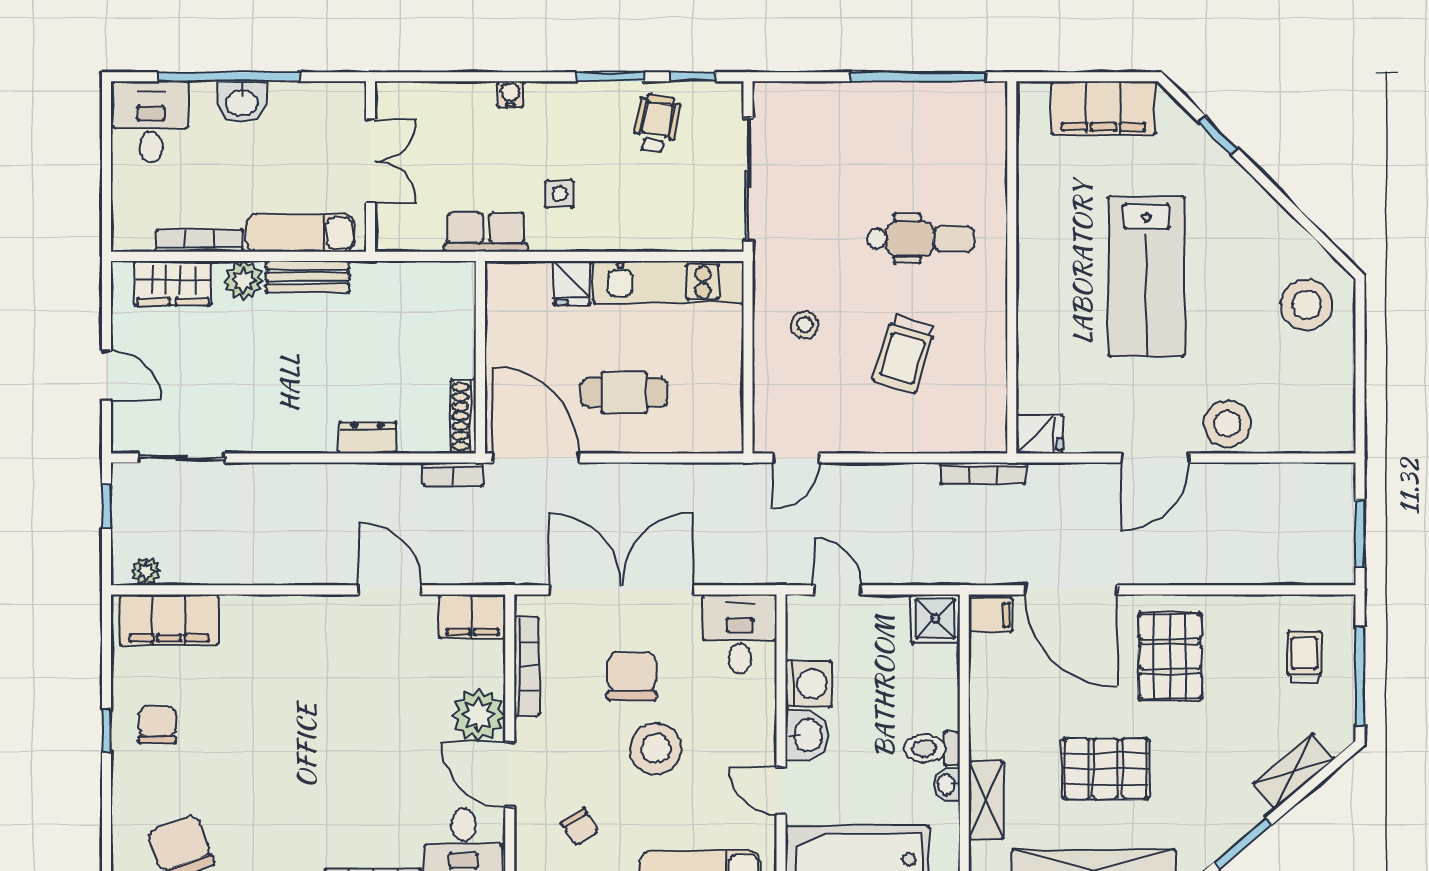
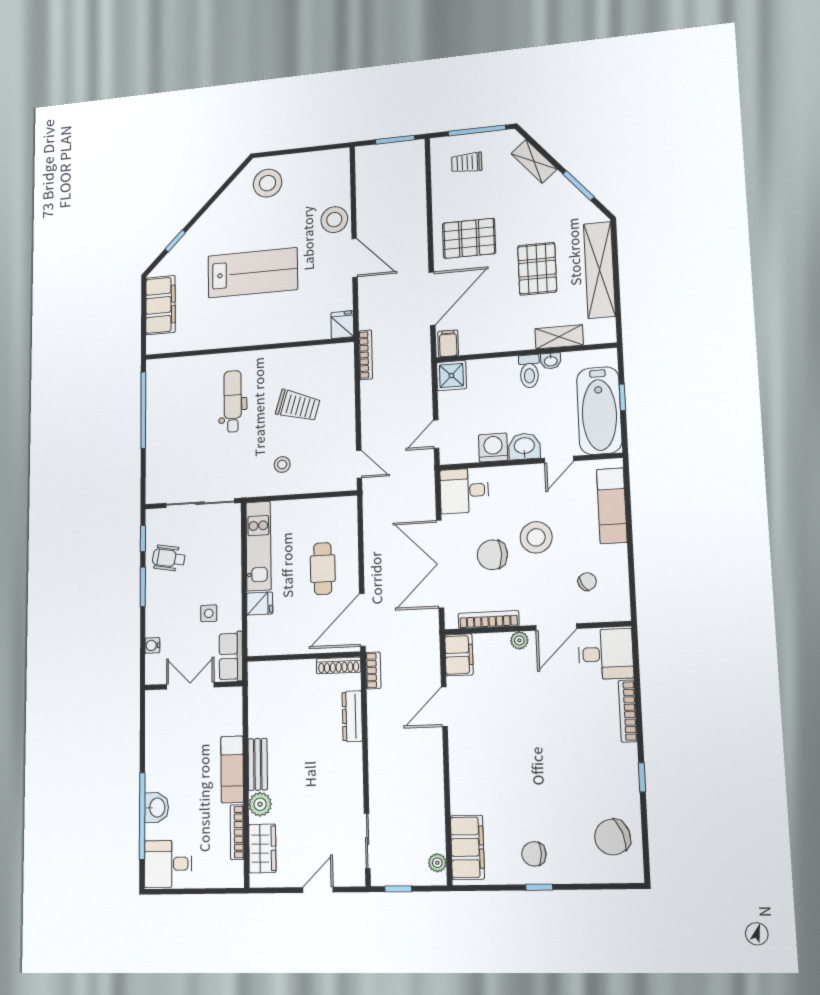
double door: (370, 161) -> (190, 686), moved
wall: (370, 167) -> (193, 686), moved
dresser: (368, 438) -> (352, 716), width x1.44
plant: (478, 715) -> (519, 640), width x0.53, depth x0.53

